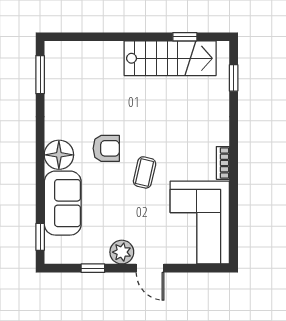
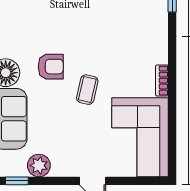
plant: (122, 252) -> (39, 165), moved
window: (93, 268) -> (17, 181), moved

